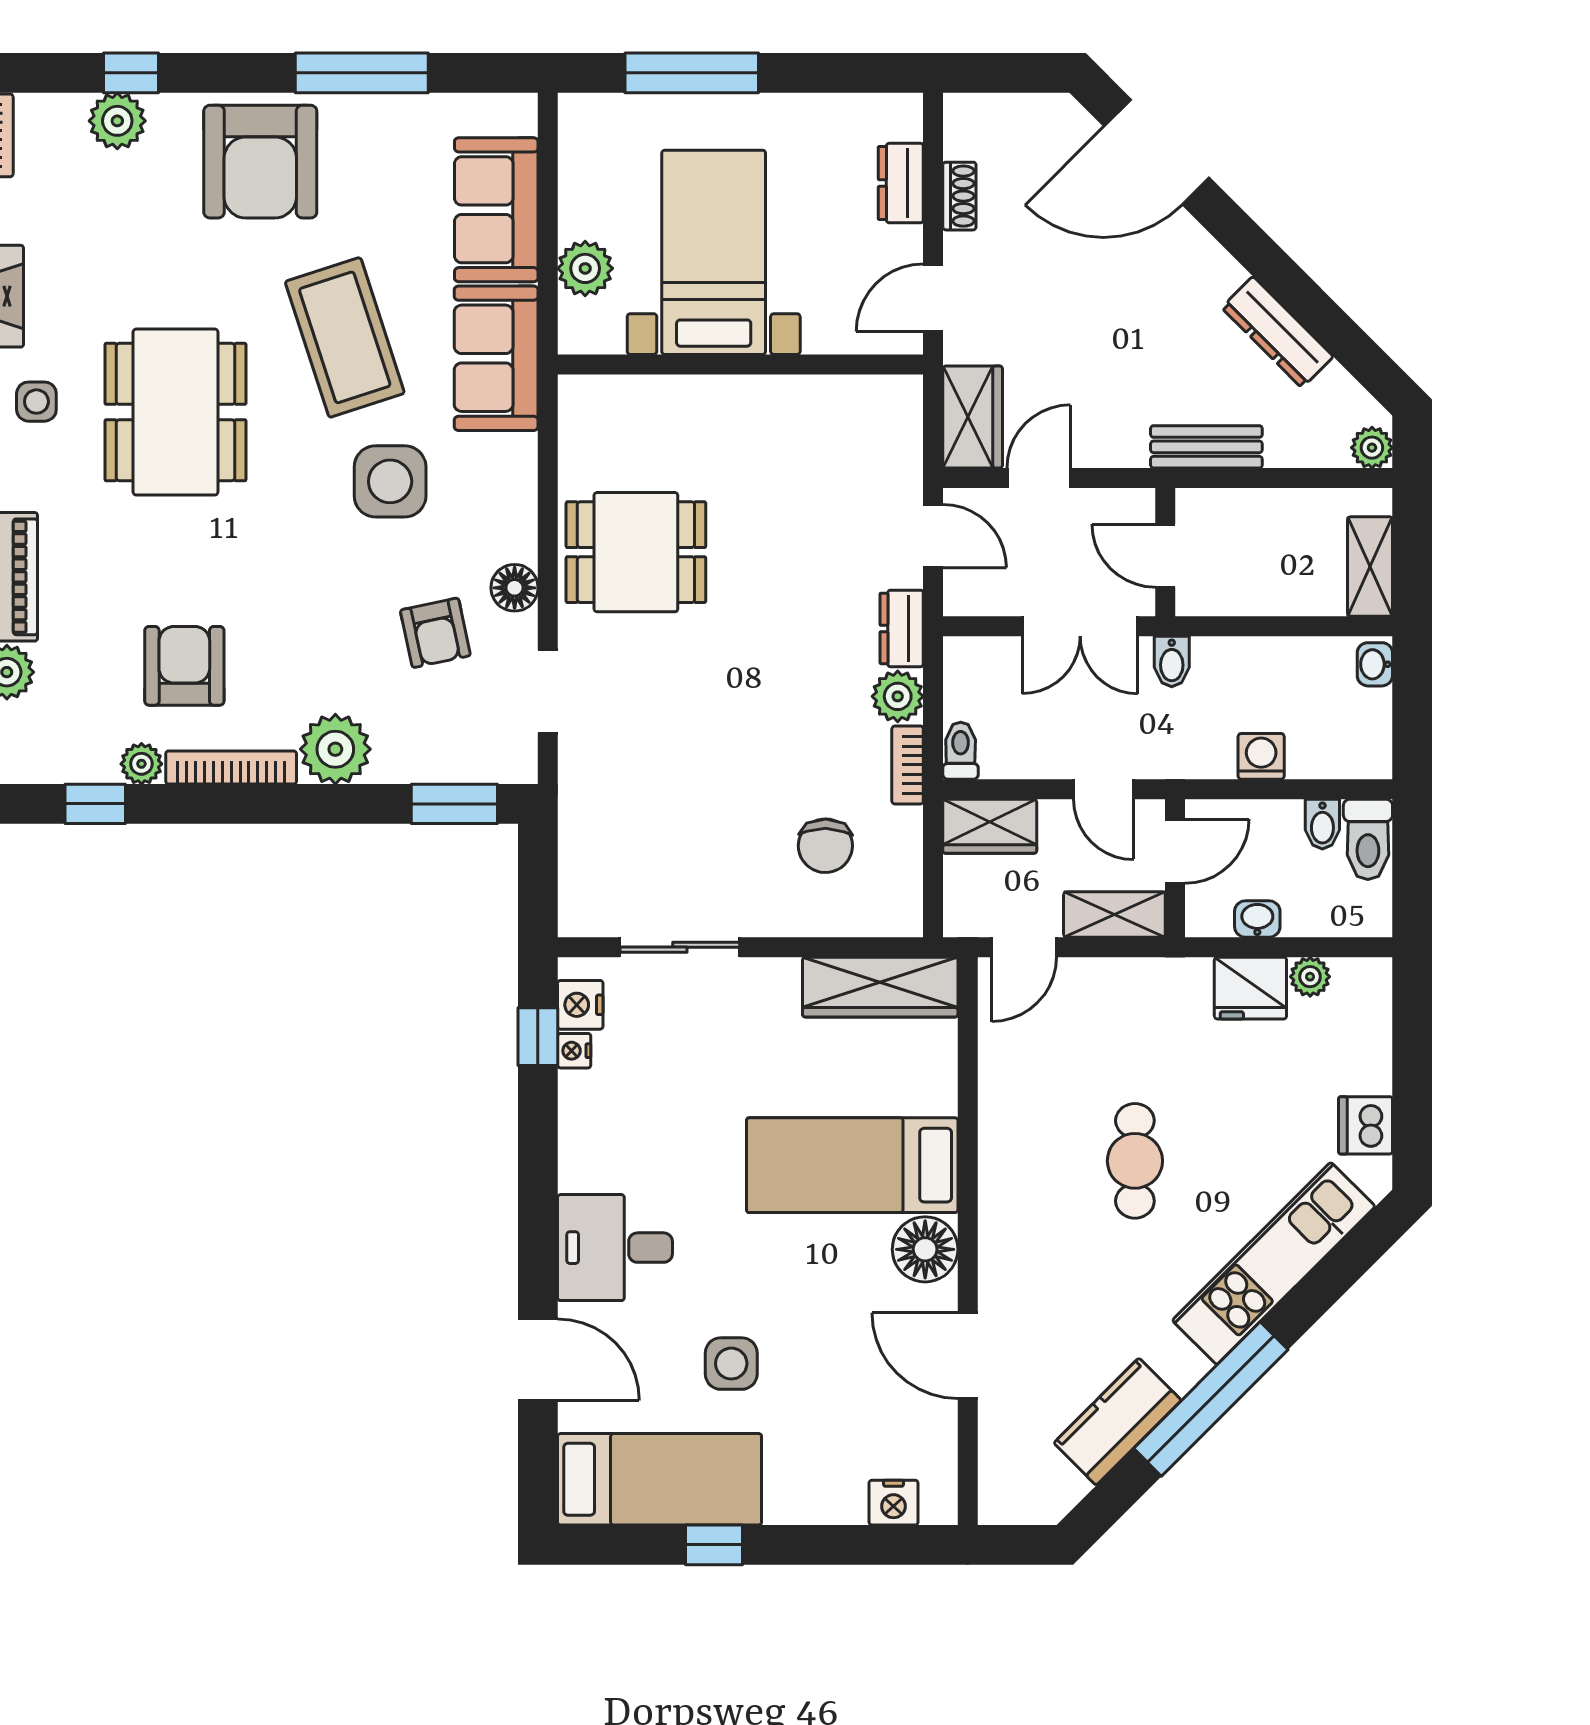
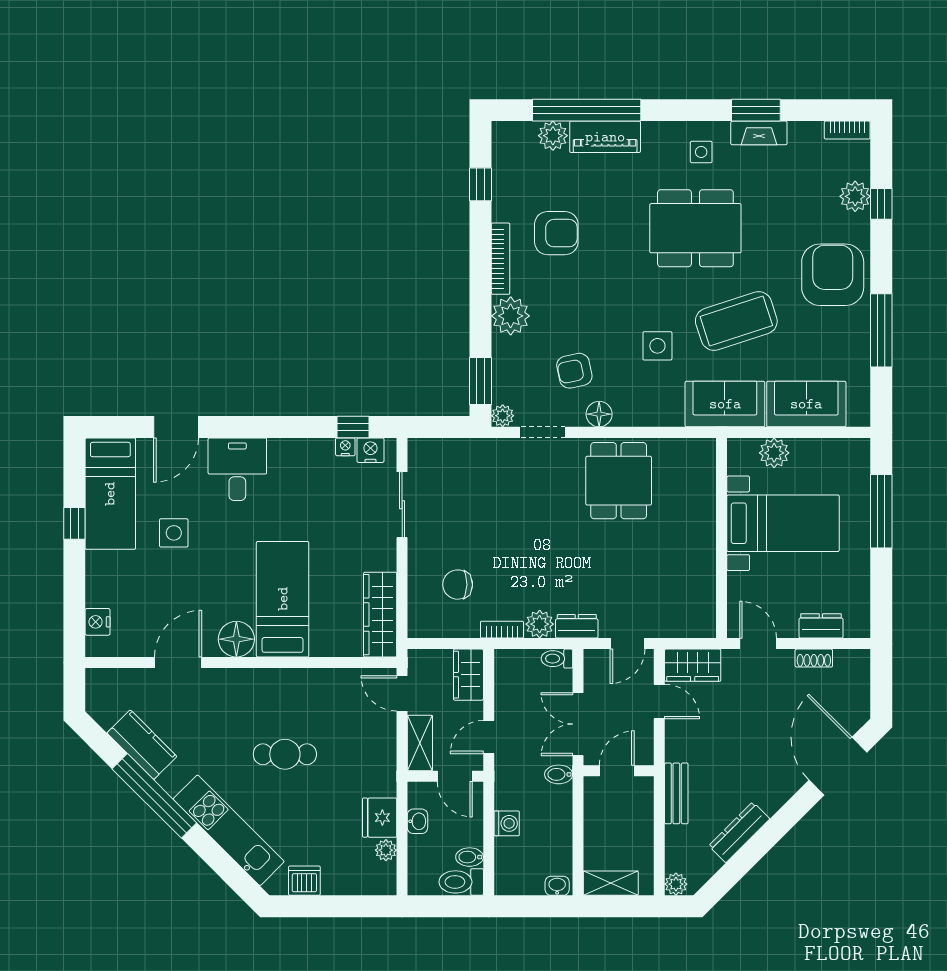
armchair: (260, 162) -> (833, 275), turned 90
side table: (390, 481) -> (657, 346), width x0.73, depth x0.73
toilet: (961, 751) -> (557, 659), moved, turned 180
plant: (141, 764) -> (503, 416), moved

